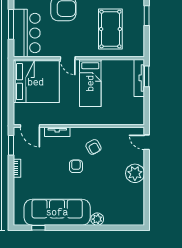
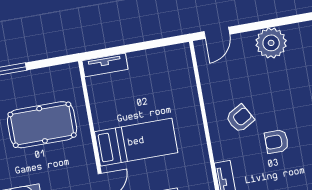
window: (147, 76) -> (109, 52), removed
tv unit: (139, 78) -> (105, 65), width x0.71

